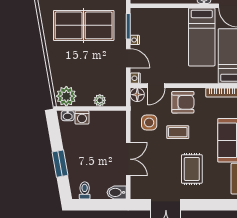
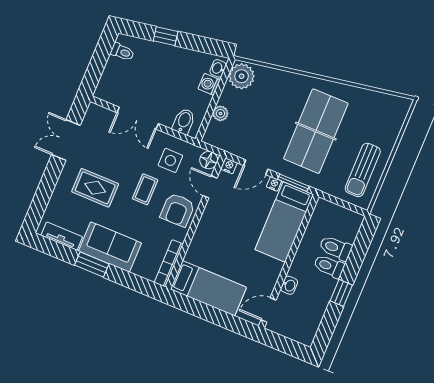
bed: (202, 37) -> (284, 222), moved, turned -90
window: (60, 164) -> (166, 36), width x0.67
bidet: (117, 192) -> (184, 121), moved

